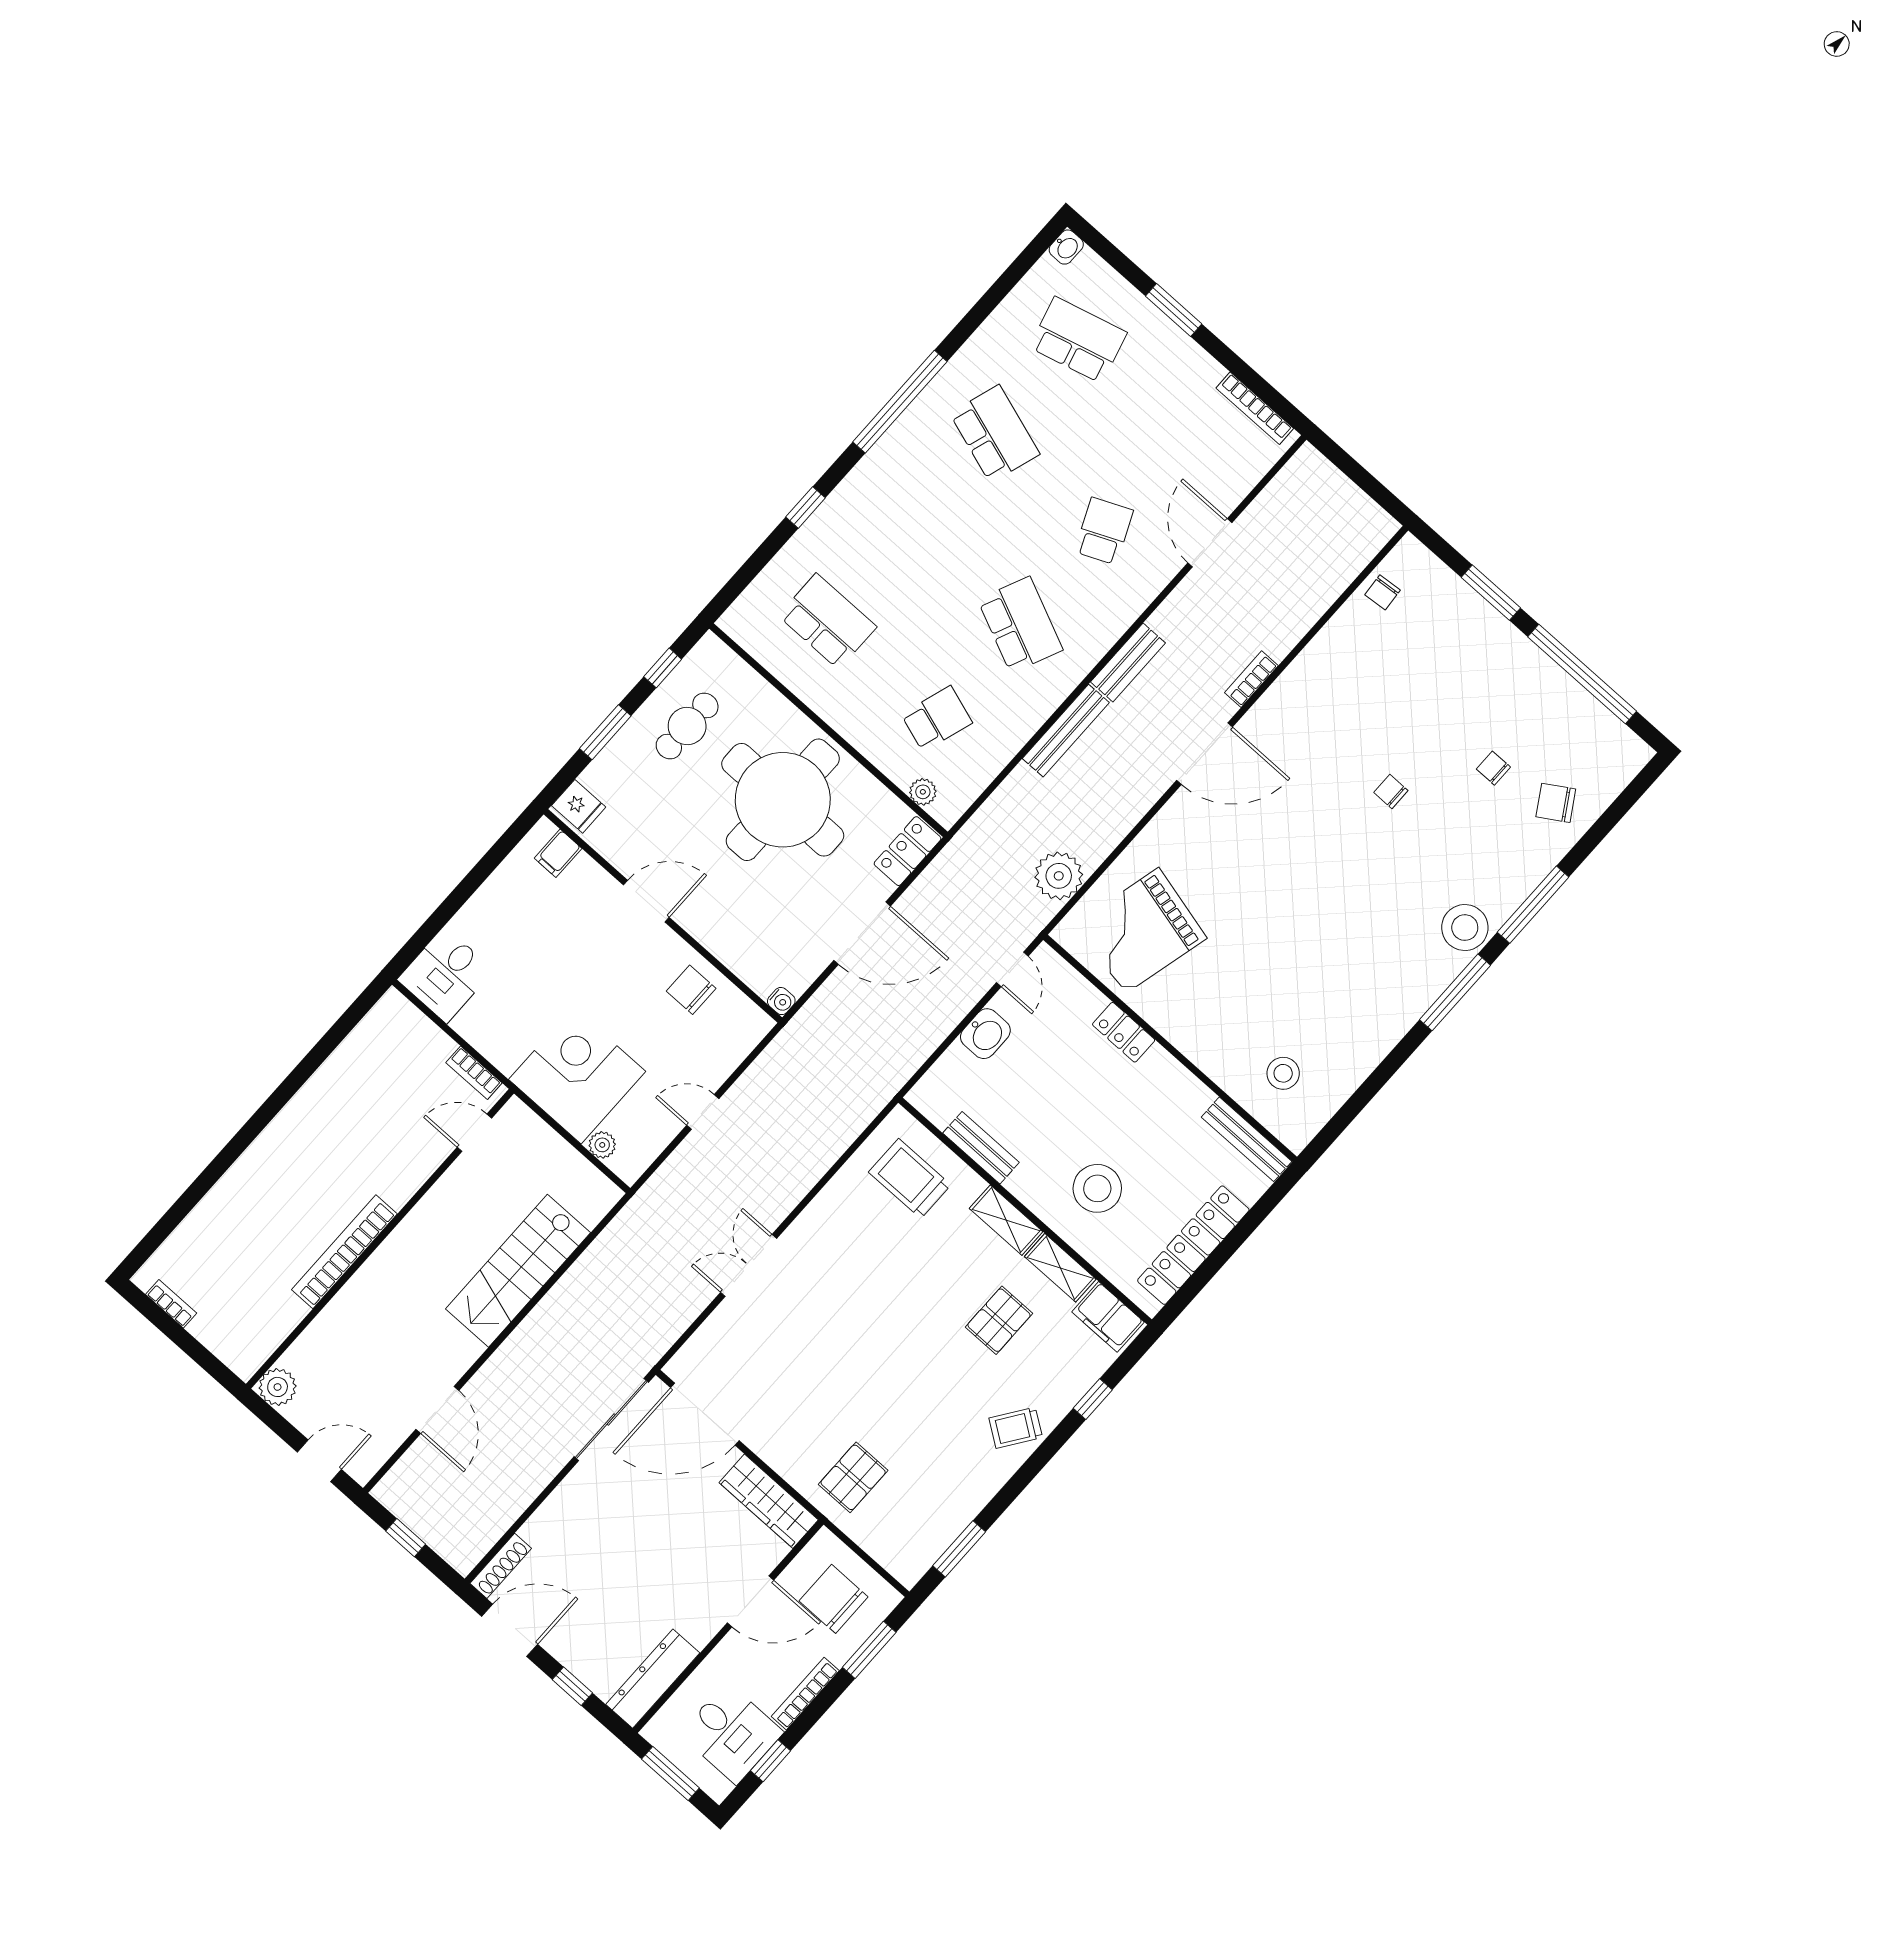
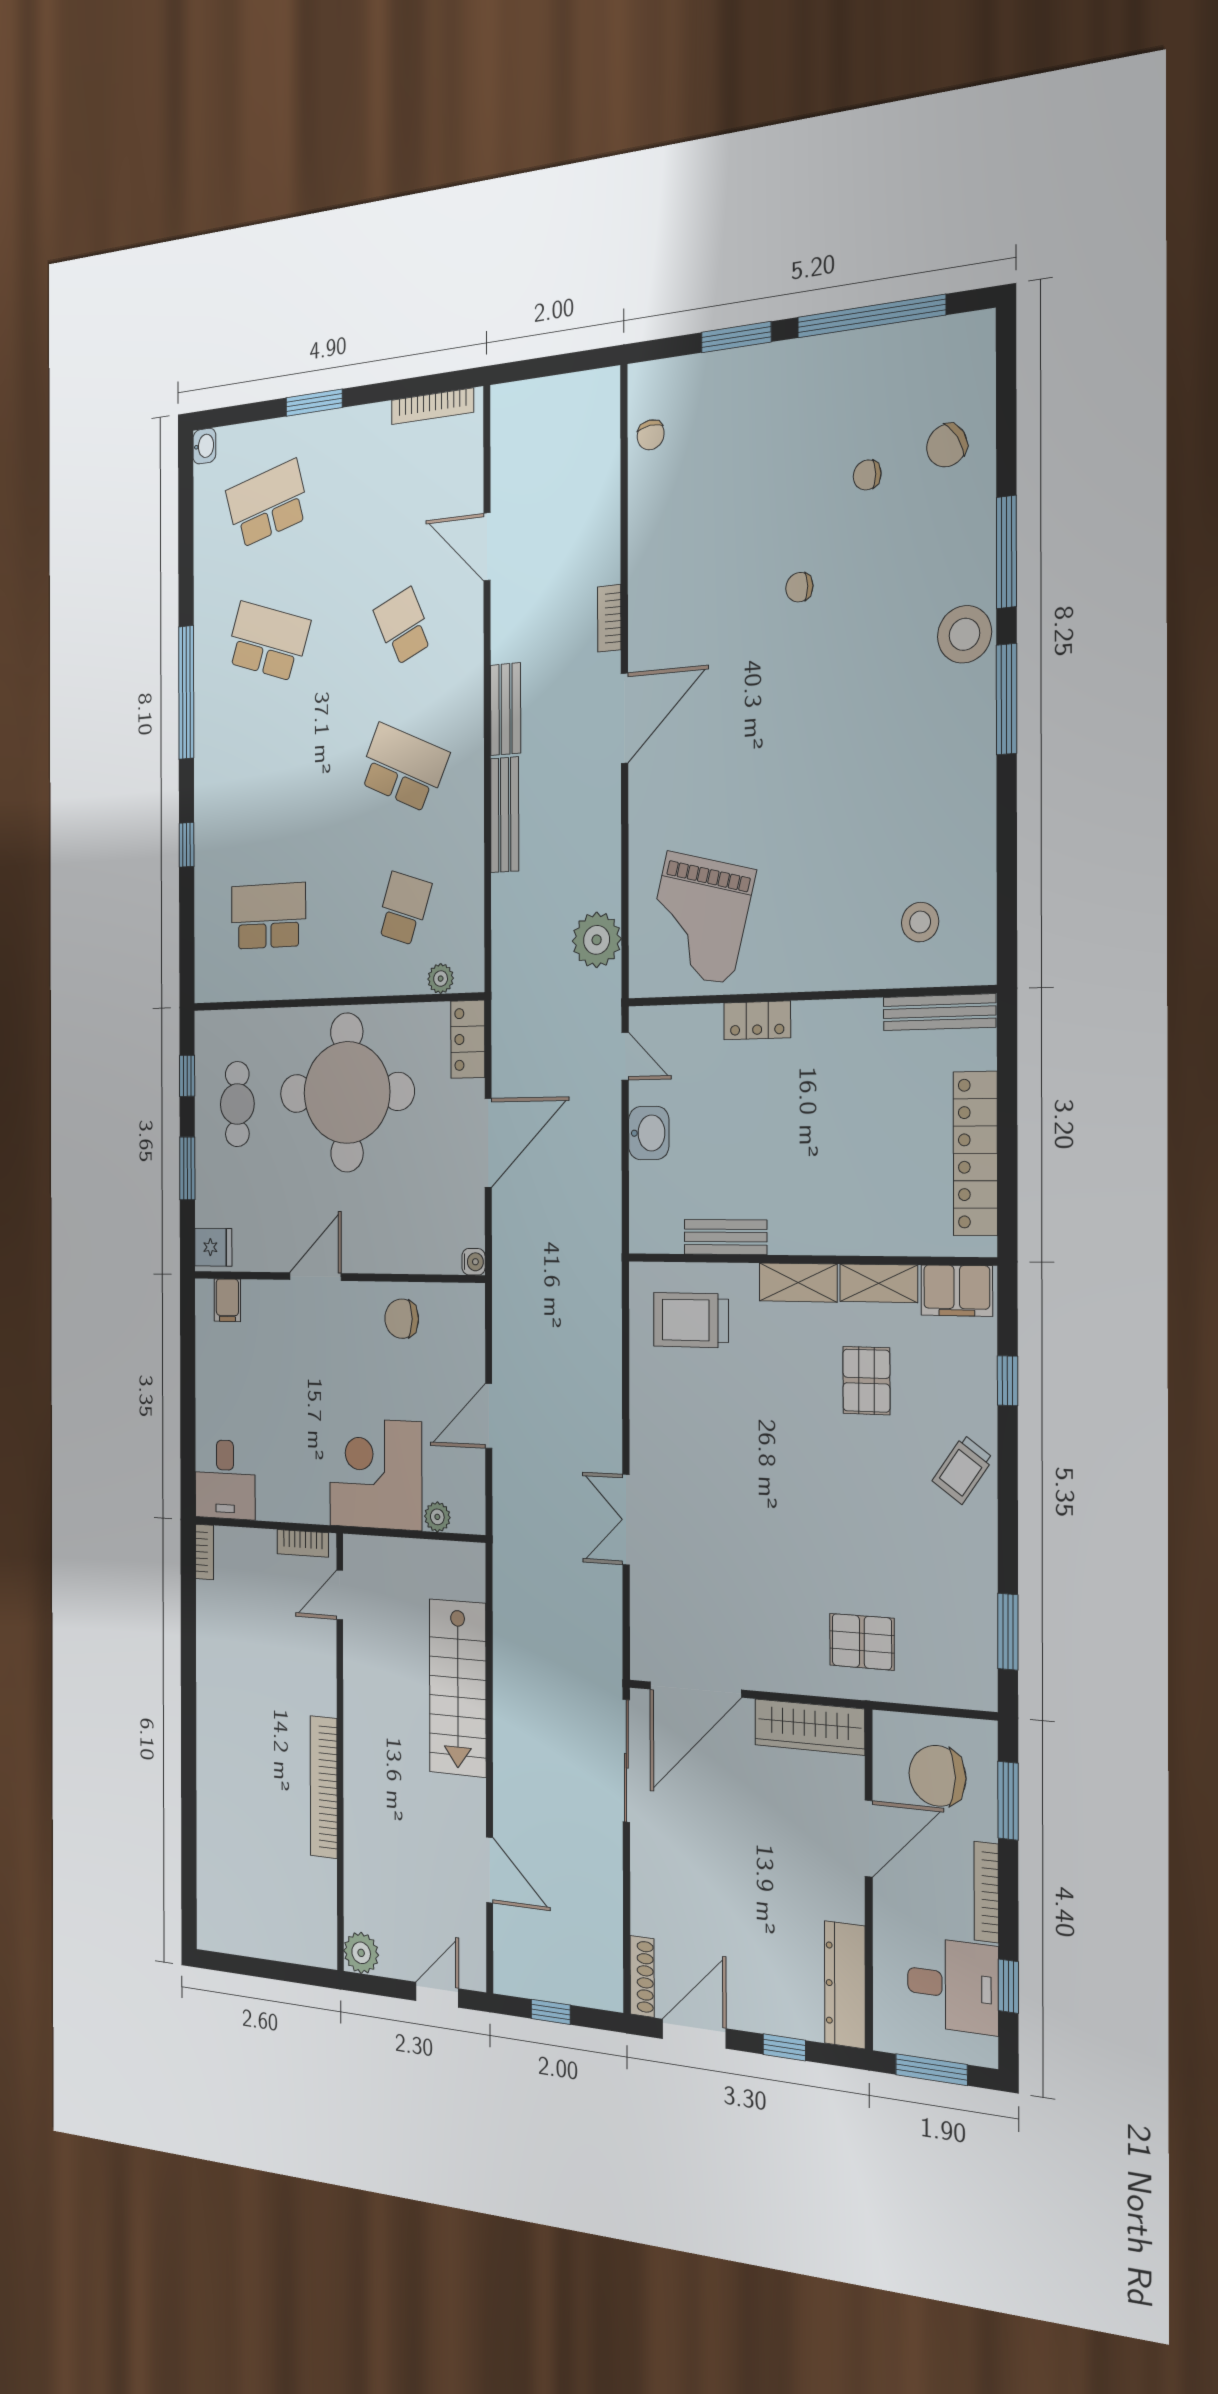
door: (703, 1112) -> (489, 1416), width x1.38
stool: (1097, 1188) -> (850, 1181), removed
bookcase: (171, 1304) -> (205, 1552), moved, turned 90
pallet: (853, 1477) -> (862, 1642), turned 90

